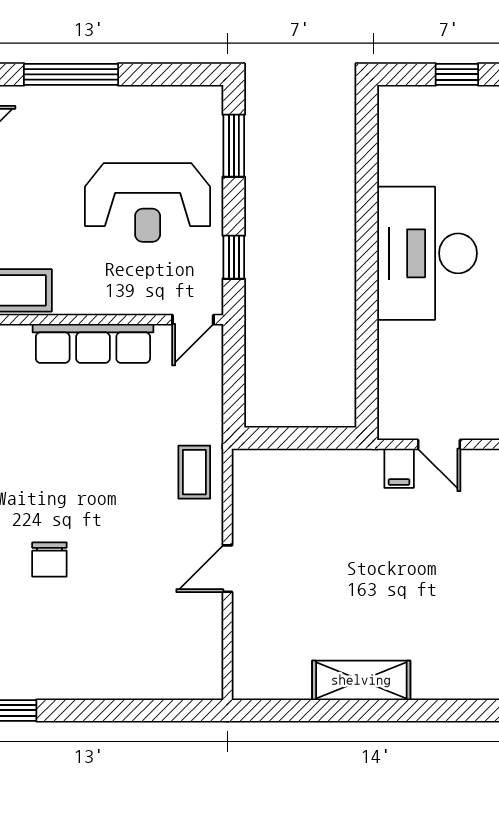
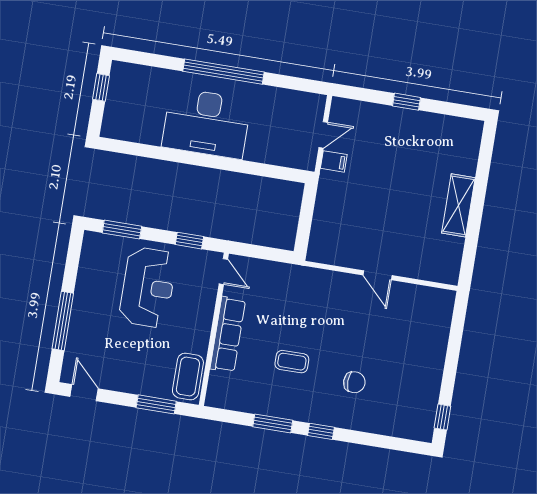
coffee table: (194, 472) -> (292, 362), moved

